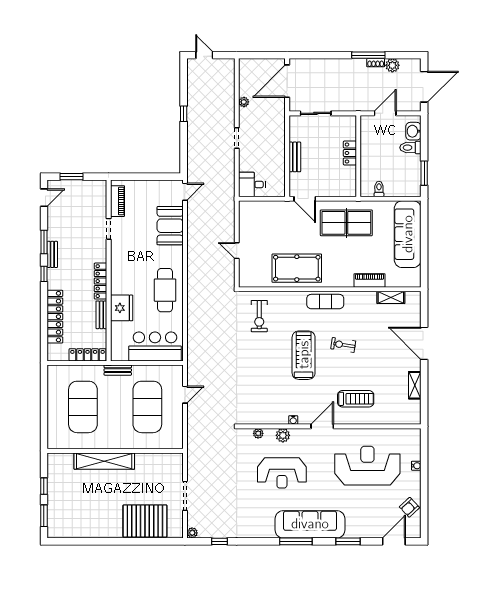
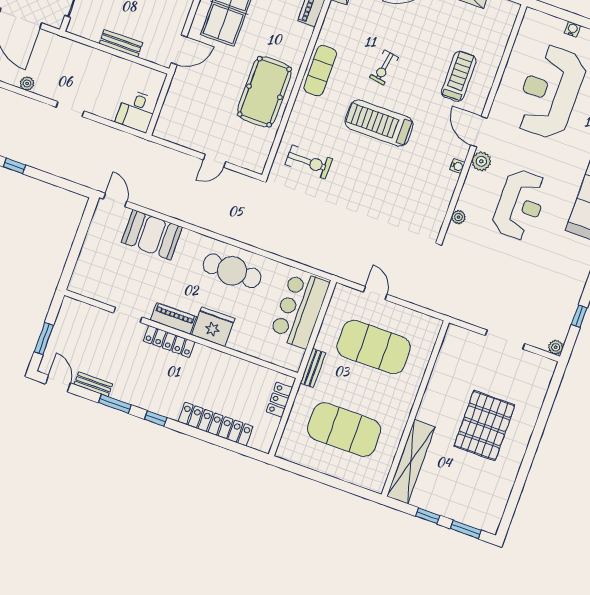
piano: (118, 201) -> (173, 318), moved
bench: (52, 254) -> (93, 384), moved
locker: (101, 281) -> (169, 341), moved
fridge: (122, 308) -> (213, 327), moved
bench: (101, 315) -> (234, 364), removed
locker: (88, 355) -> (279, 400), width x0.66
plant: (283, 435) -> (481, 161), moved
shelving: (104, 461) -> (411, 462), moved
pallet: (145, 521) -> (484, 426), moved

